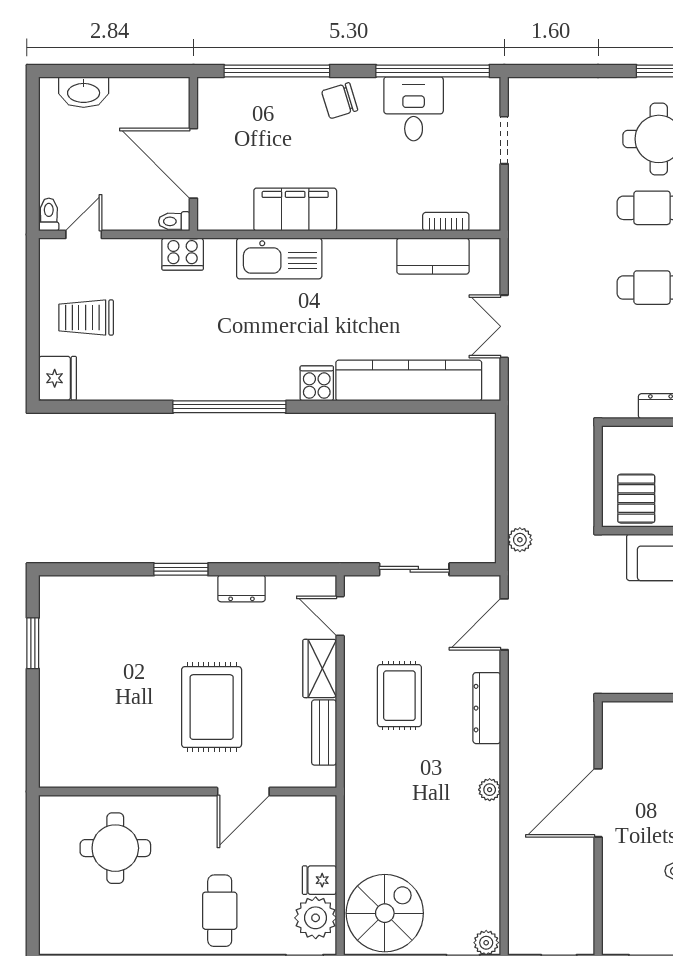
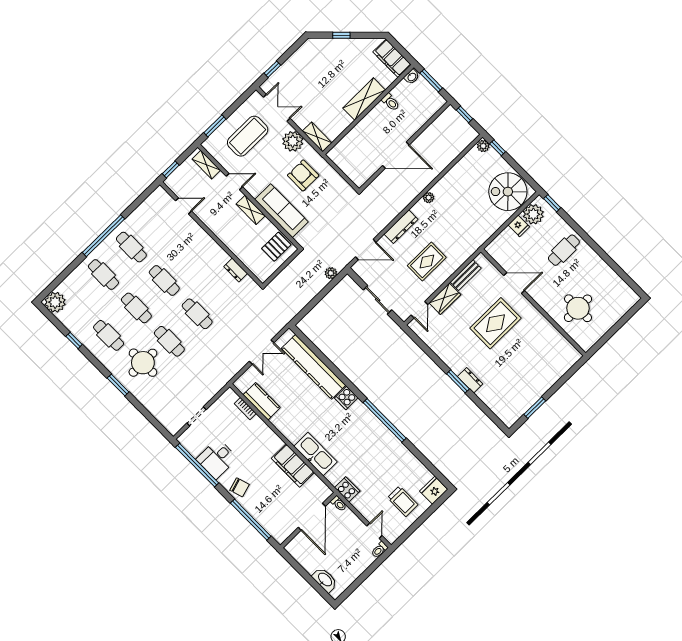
door: (84, 234) -> (374, 531), swing flipped
dresser: (241, 588) -> (470, 380), moved

